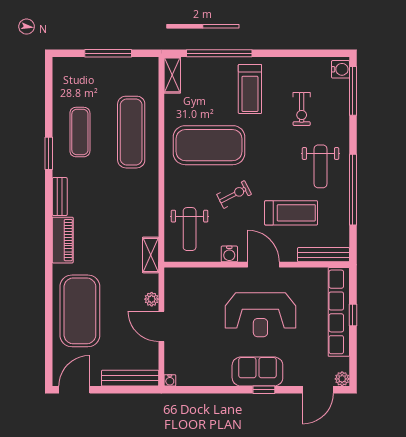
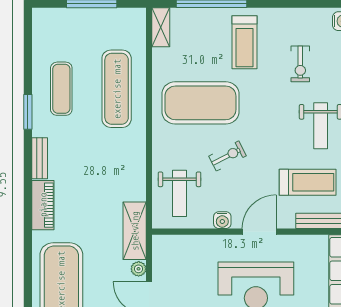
treadmill: (291, 213) -> (308, 182), moved
shelving: (151, 255) -> (135, 231), width x1.50, depth x1.33
door: (264, 265) -> (259, 232), hinge flipped

